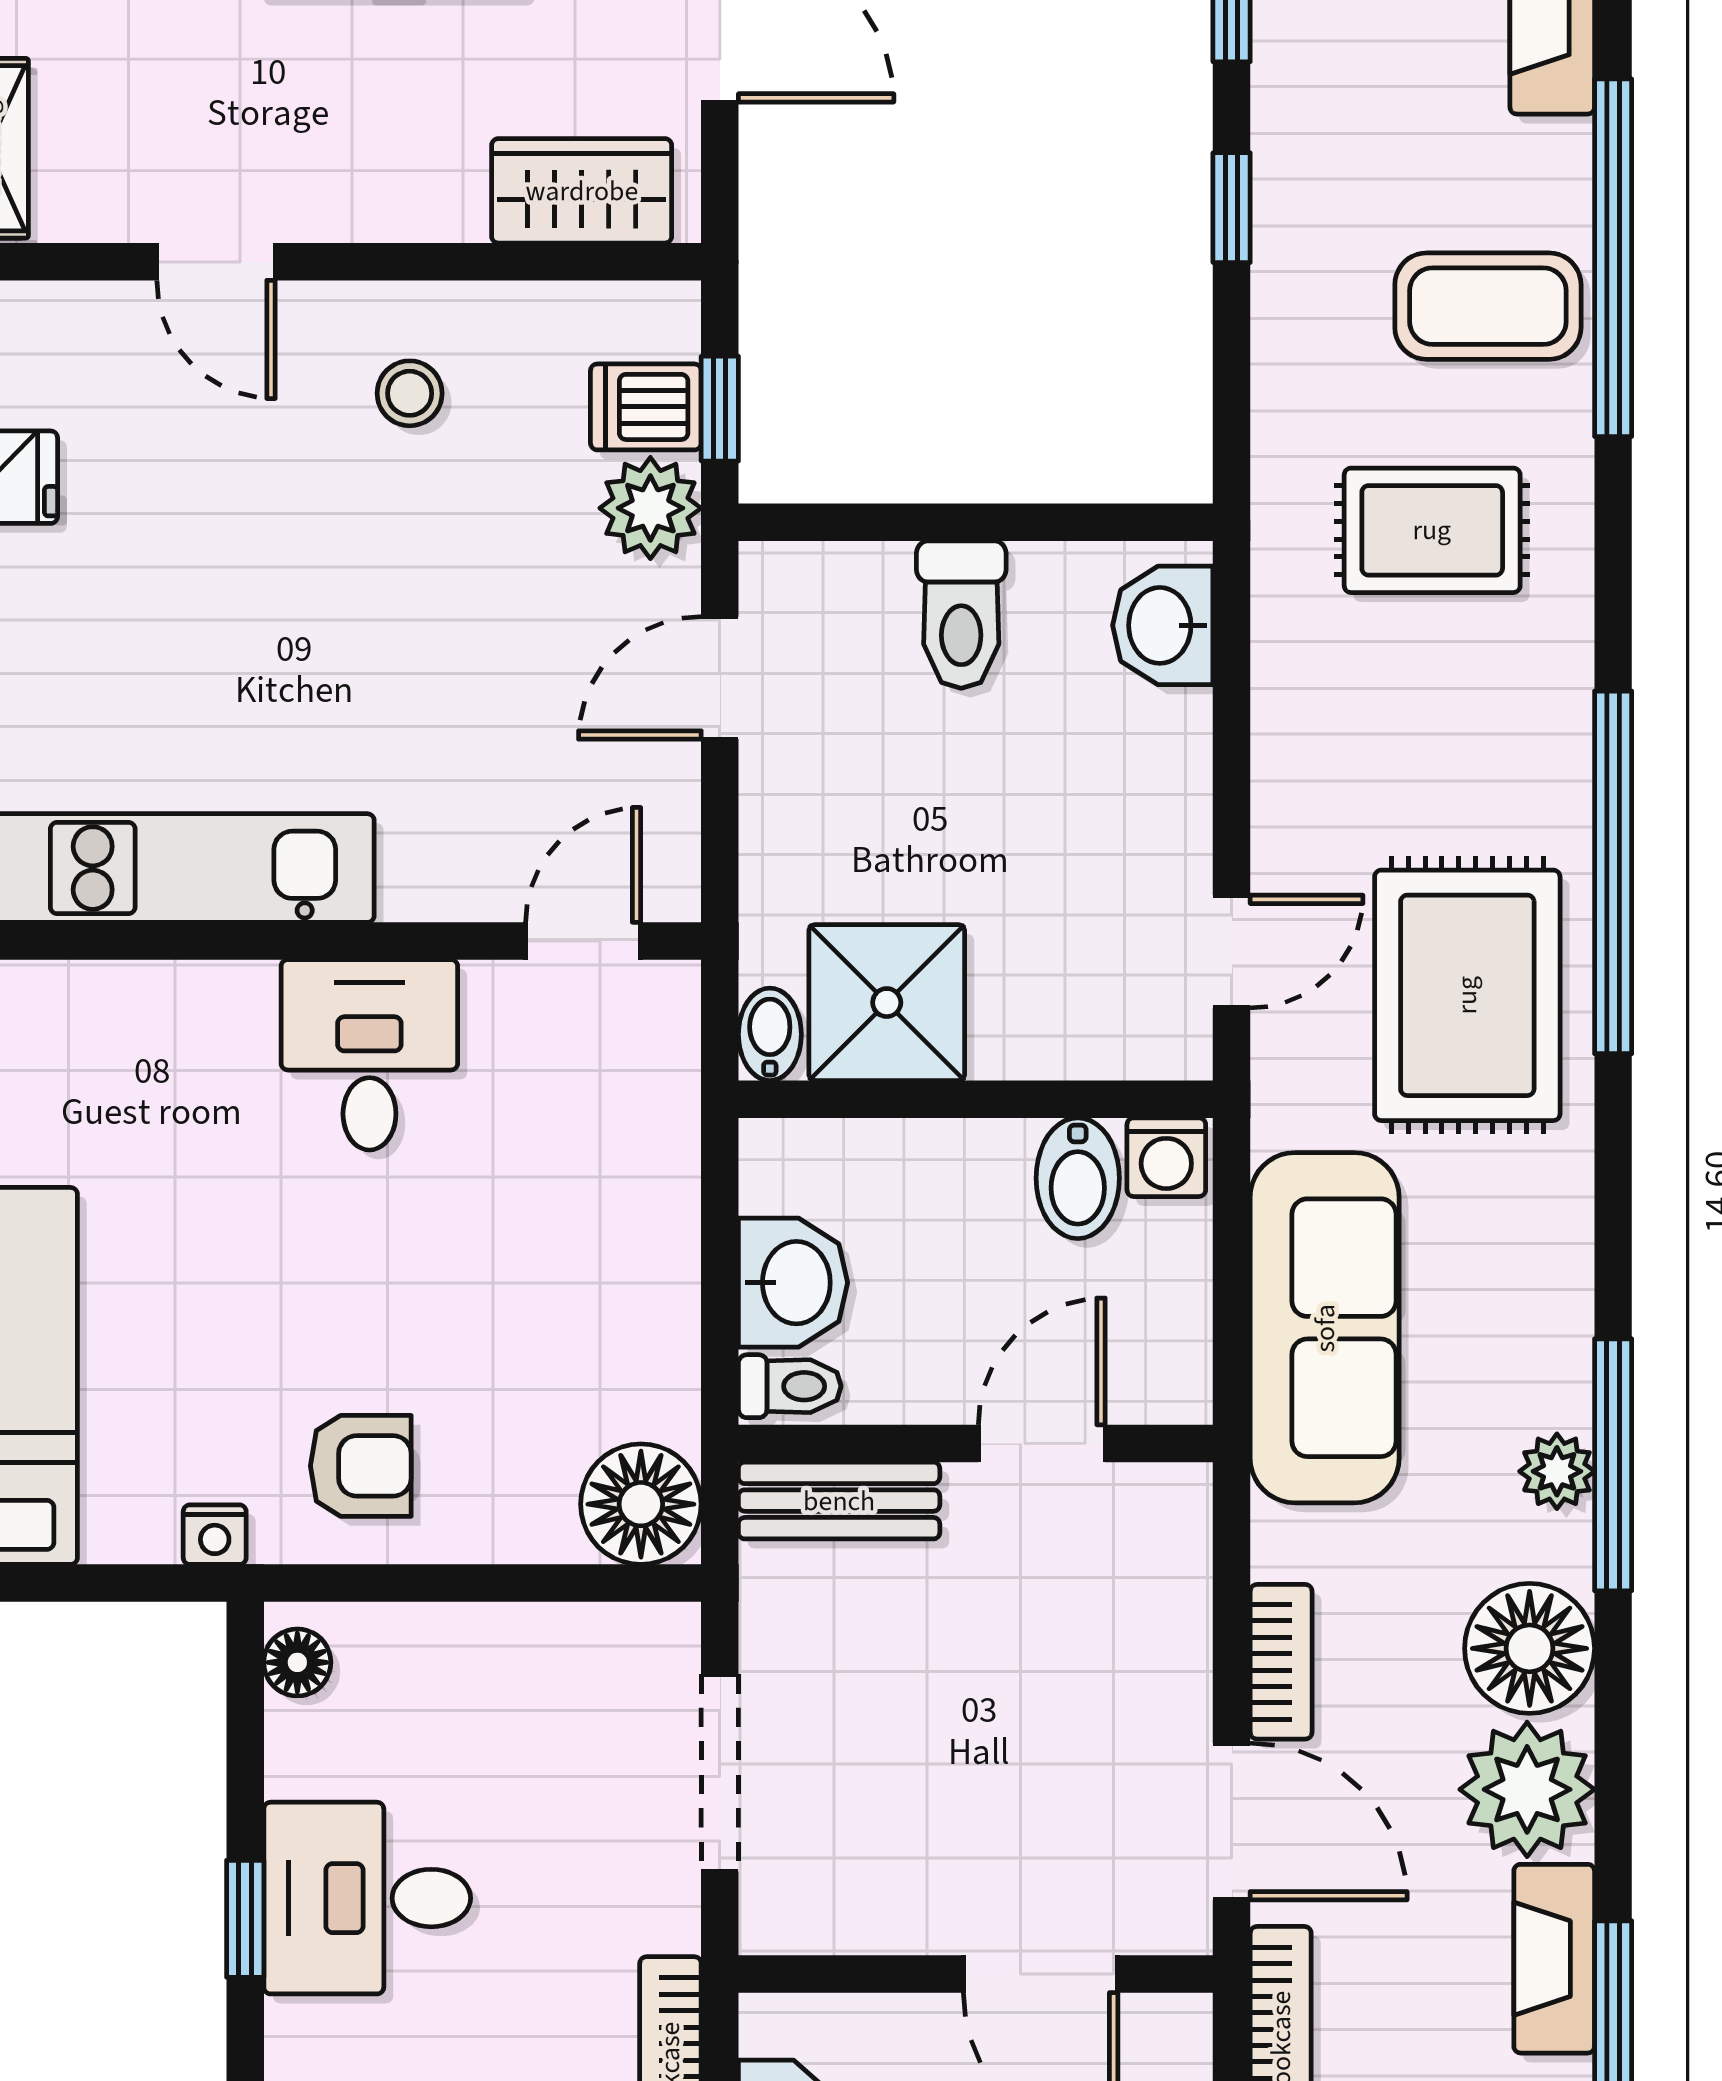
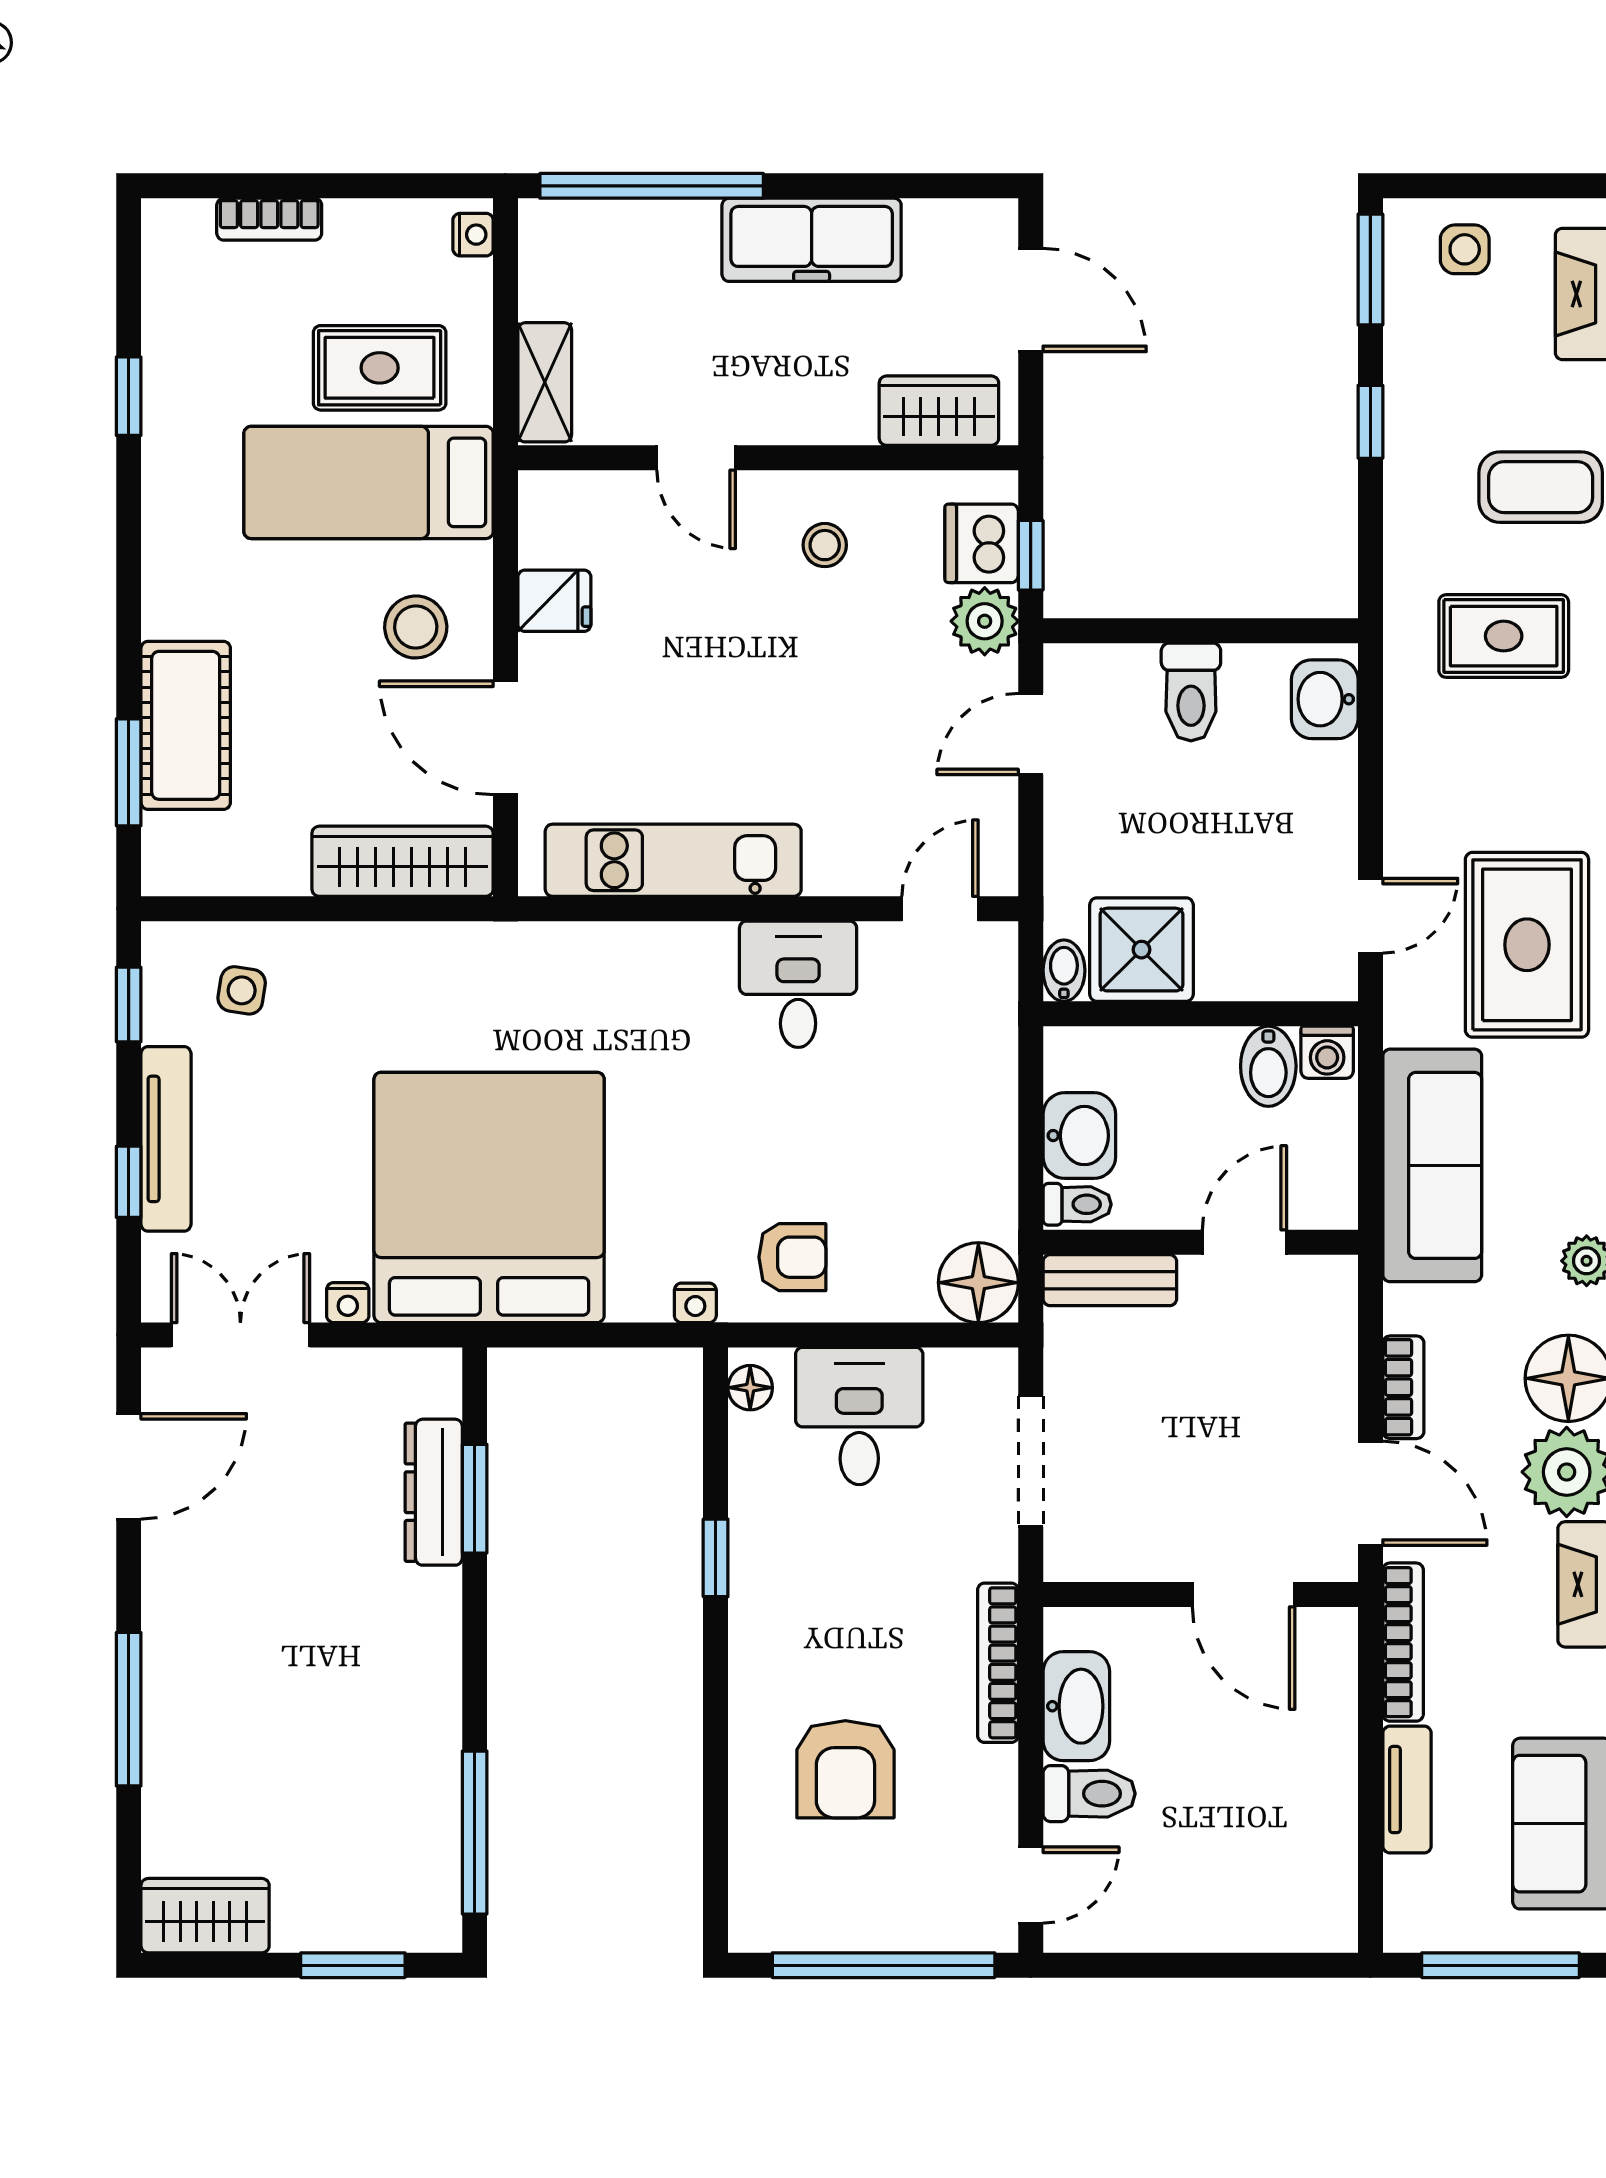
dishwasher: (646, 407) -> (982, 543), width x1.38
desk: (367, 1898) -> (859, 1416), moved, turned 90

